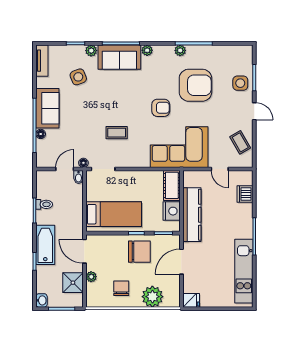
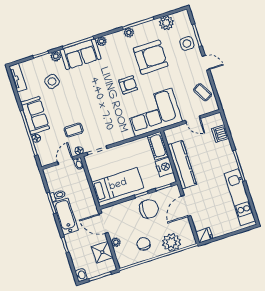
plant: (225, 53) -> (166, 23), added
coffee table: (117, 133) -> (74, 130), moved
bathtub: (45, 245) -> (66, 216), moved

